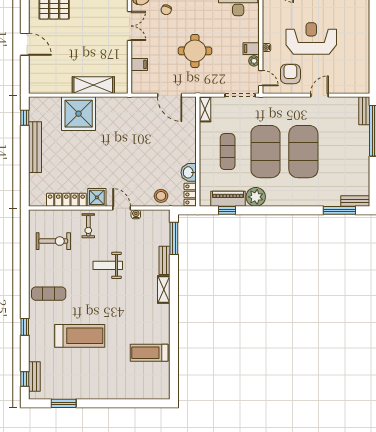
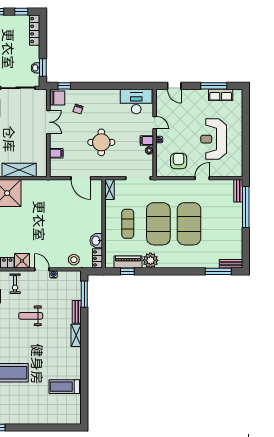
reception desk: (311, 39) -> (214, 139), moved, turned -90
door: (261, 78) -> (155, 123), moved

